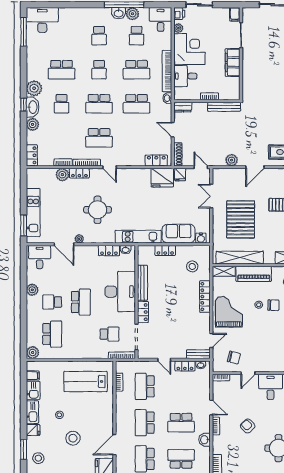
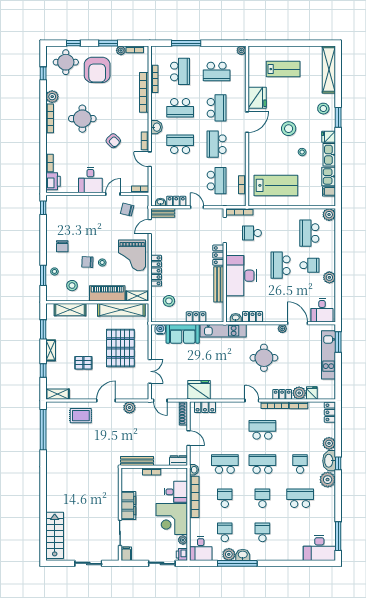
school desk: (137, 70) -> (225, 498), width x0.54
fridge: (180, 175) -> (312, 393), moved
school desk: (145, 423) -> (217, 144), turned 180

